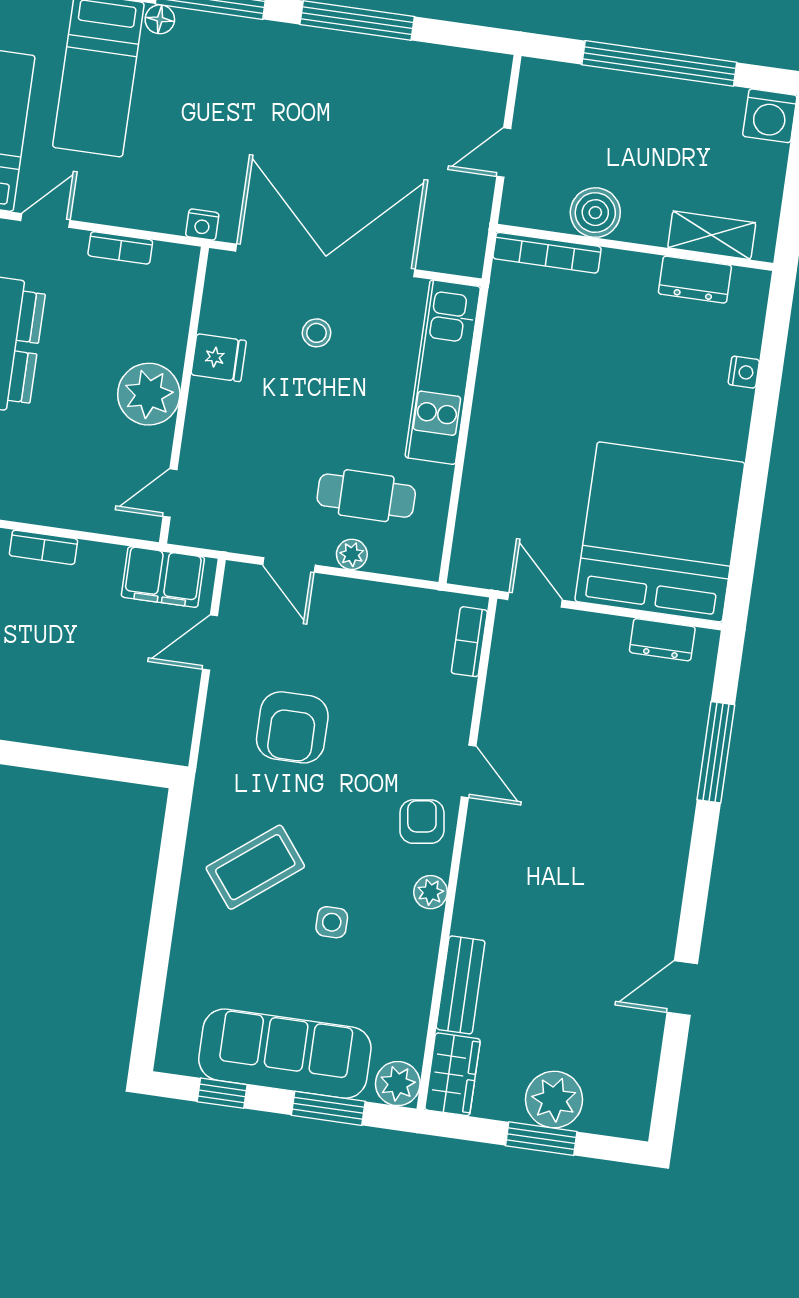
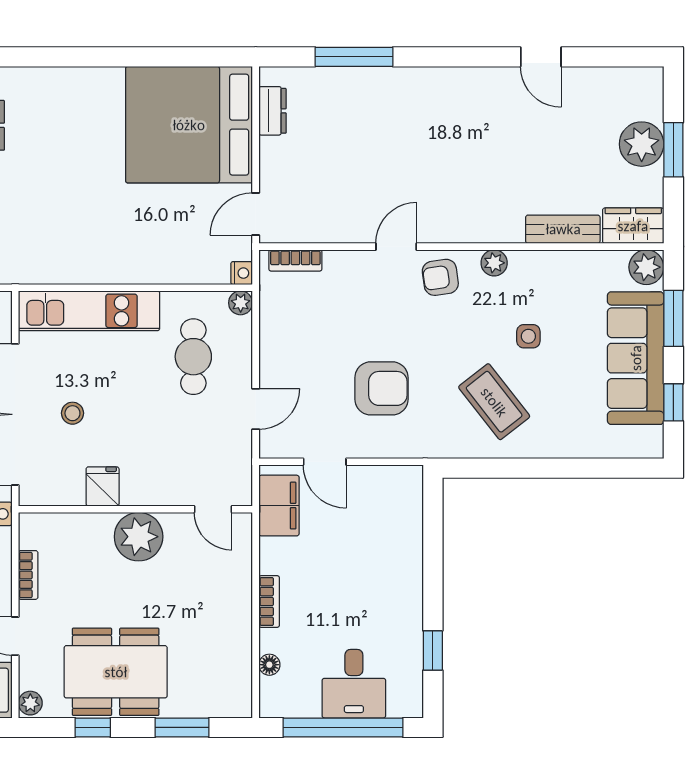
nightstand: (744, 372) -> (242, 273), moved, turned 90
plant: (352, 554) -> (241, 303), moved

